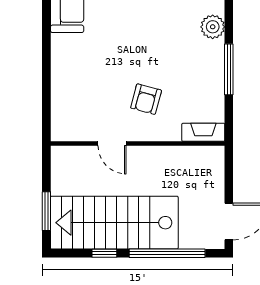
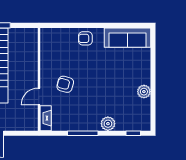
armchair: (68, 65) -> (85, 38), added
door: (112, 143) -> (39, 97), moved

